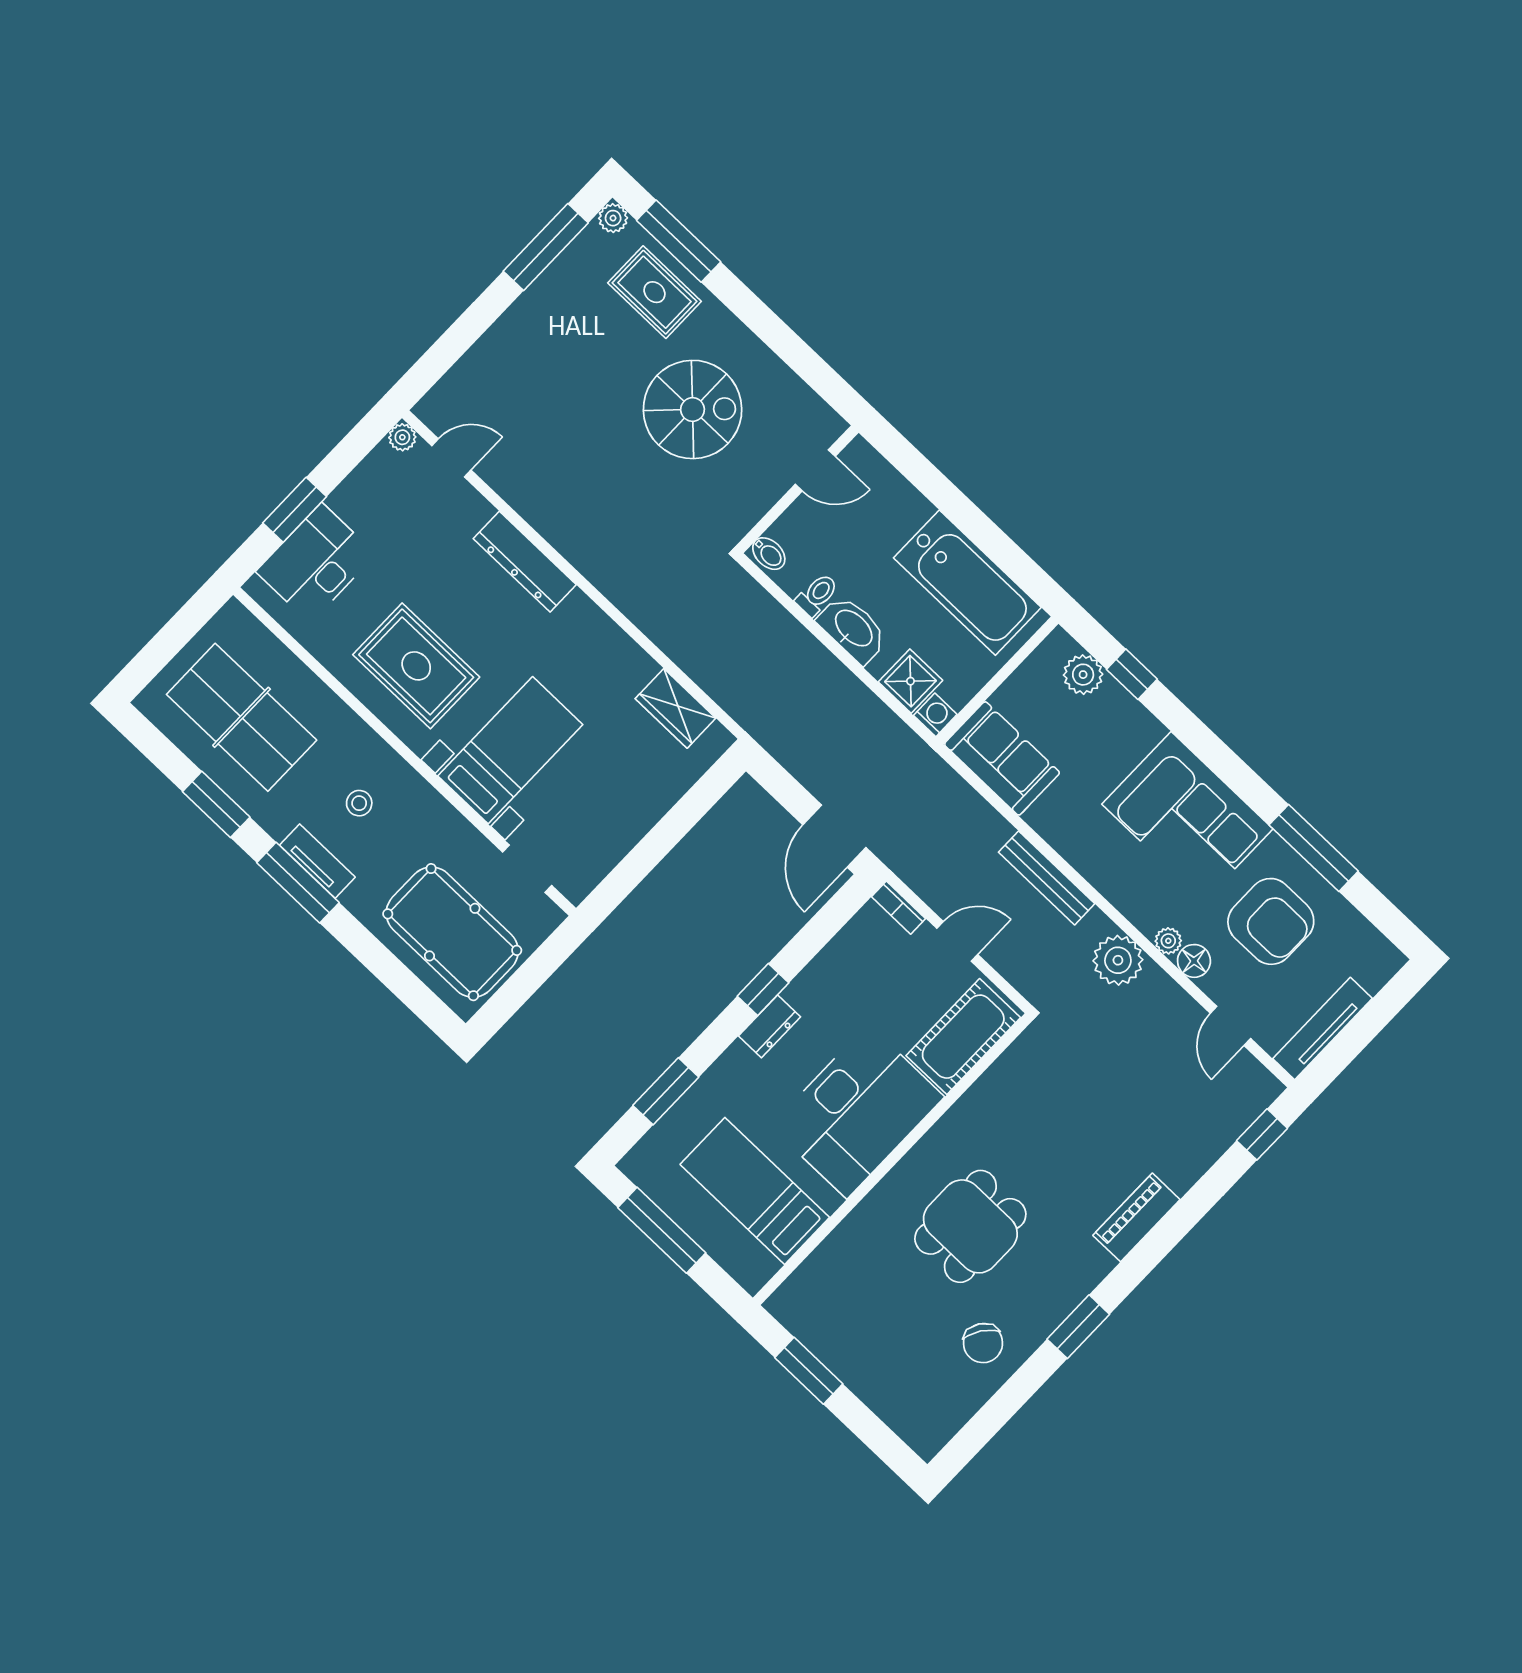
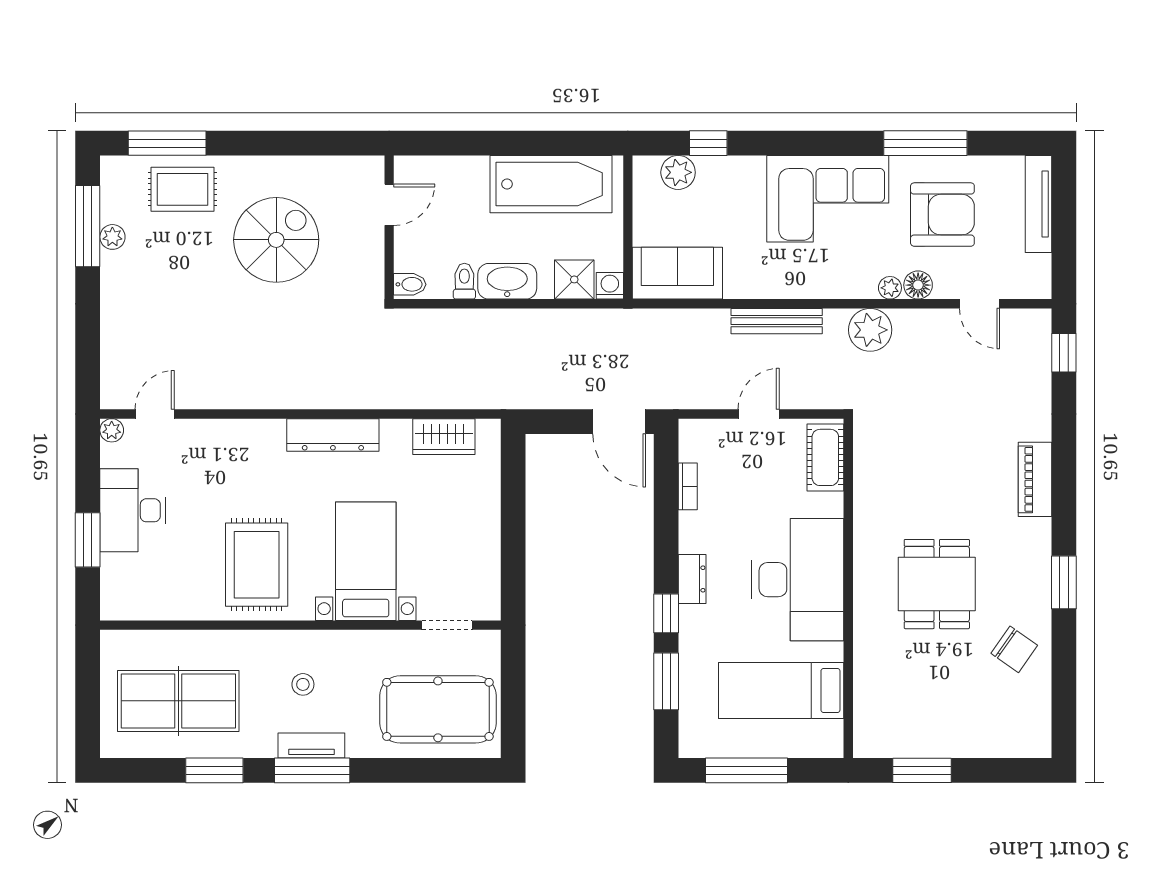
plant: (613, 218) -> (112, 237), moved
dresser: (525, 562) -> (333, 435), moved
desk: (316, 563) -> (133, 510), moved
rug: (416, 666) -> (257, 565), turned 90
bookcase: (899, 908) -> (688, 486), moved, turned -90
window: (763, 989) -> (666, 613), moved
tv unit: (1322, 1029) -> (1039, 204), moved
cot: (963, 1037) -> (825, 457), width x0.73, depth x0.75

